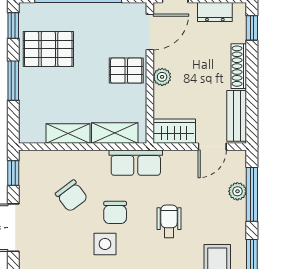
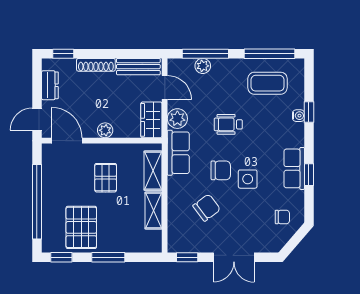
pallet: (126, 71) -> (106, 178), moved
plant: (176, 162) -> (177, 119), added

